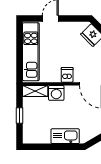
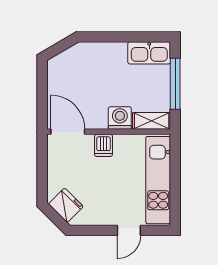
window: (20, 116) -> (175, 84), width x2.17
kitchen sink: (65, 136) -> (149, 53), moved

